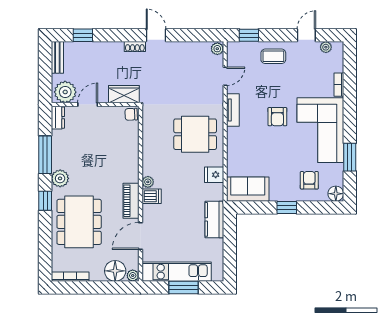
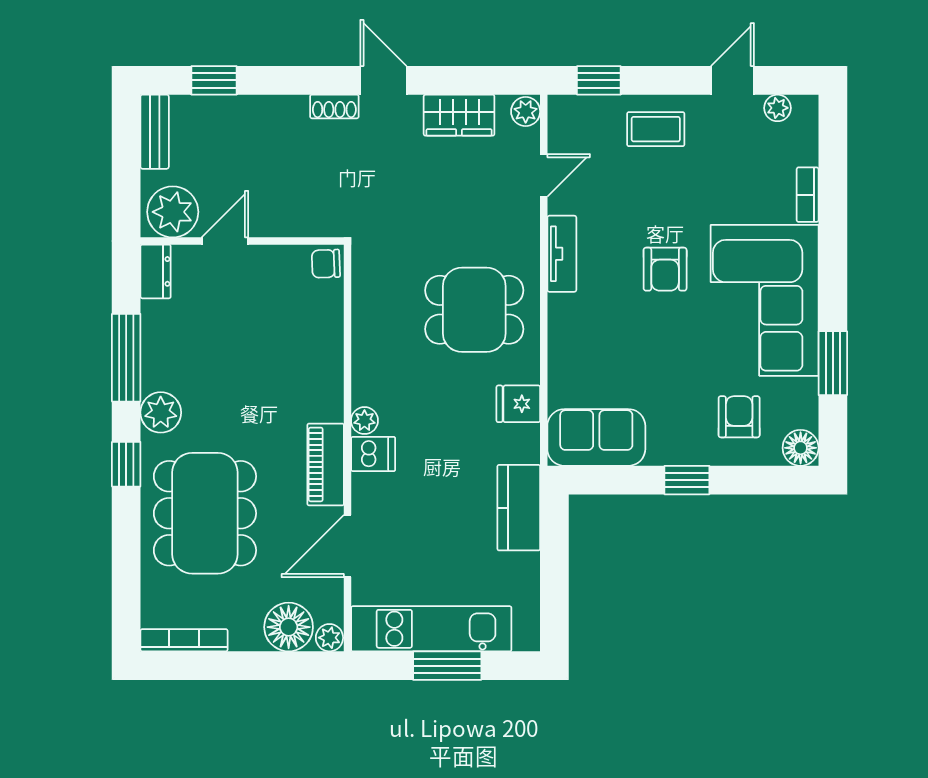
wardrobe: (124, 94) -> (459, 115), moved, turned 180

